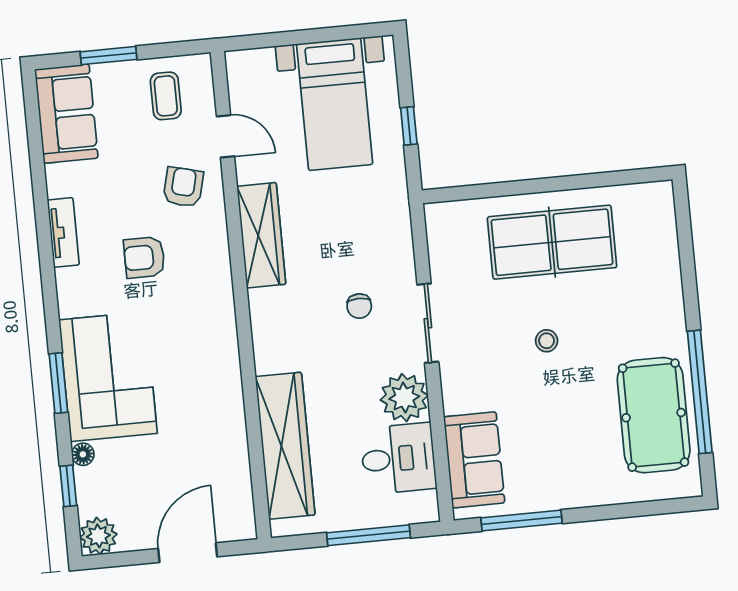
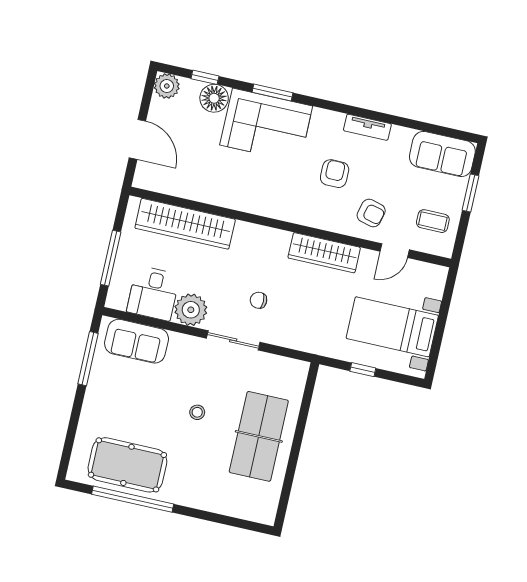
floor lamp: (83, 454) -> (214, 98), width x1.89, depth x1.89

